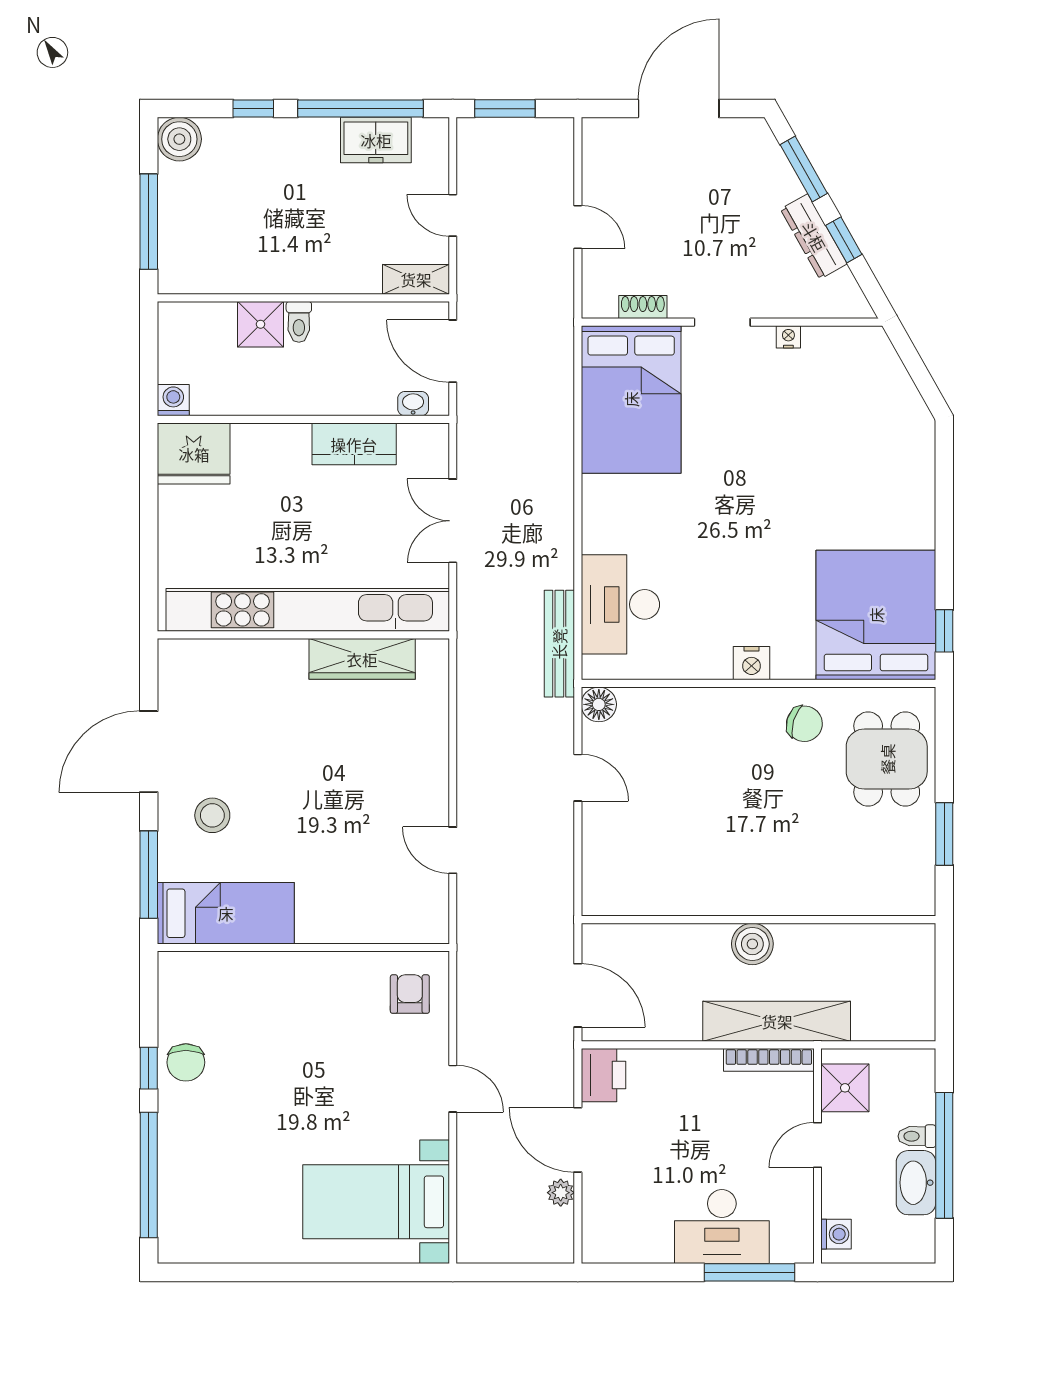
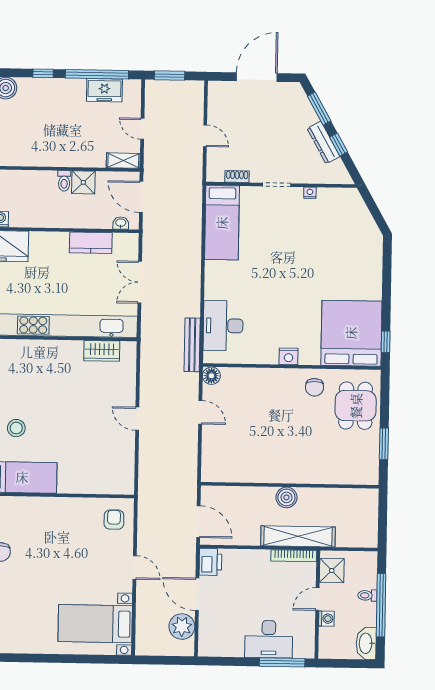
shower: (261, 324) -> (83, 182), moved
bed: (631, 399) -> (222, 223), width x0.67
wardrobe: (362, 659) -> (102, 351), width x0.67
chair: (804, 724) -> (315, 387), turned 73
door: (453, 850) -> (137, 419), moved
washbasin: (916, 1183) -> (366, 643), moved
plant: (561, 1193) -> (182, 627), width x1.88, depth x1.88
washing machine: (836, 1234) -> (326, 619), moved

